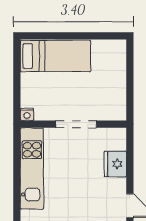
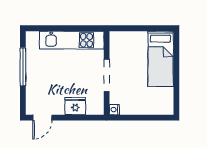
nightstand: (27, 114) -> (114, 110), moved

